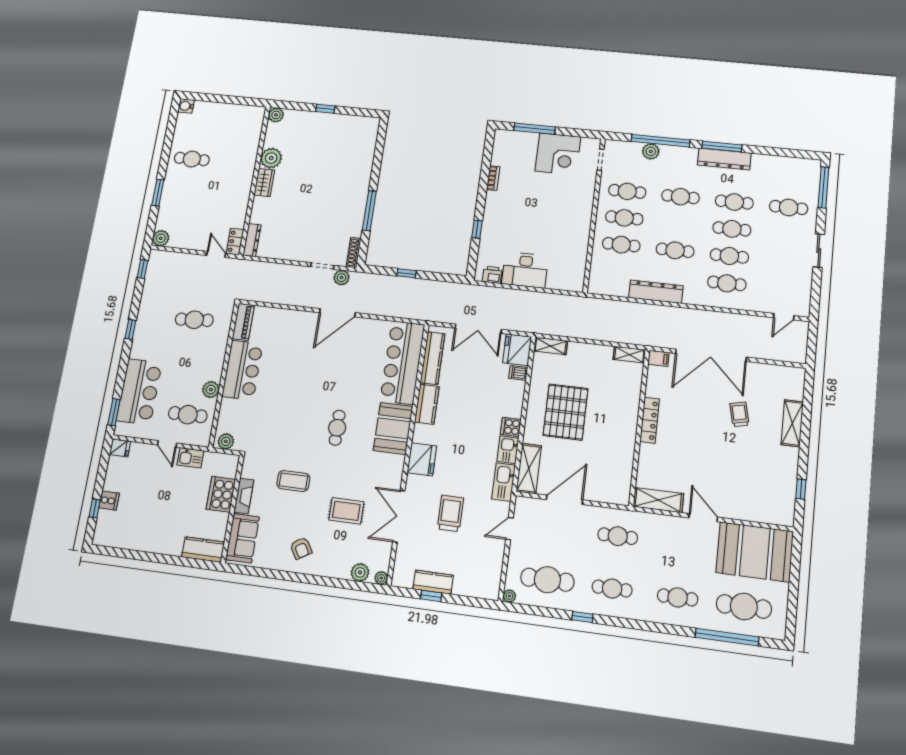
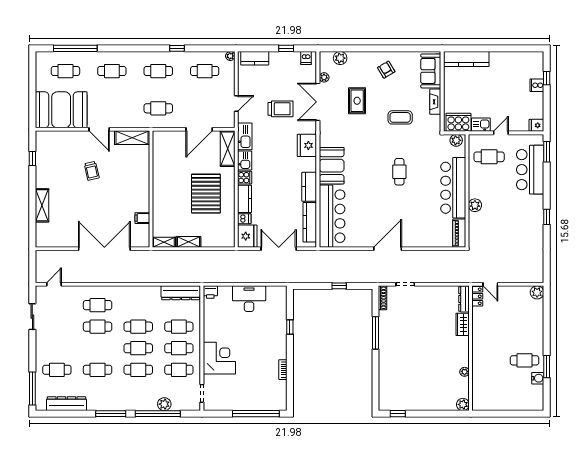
water cooler: (186, 106) -> (538, 378), moved
window: (325, 109) -> (398, 414), moved
window: (535, 129) -> (256, 414), width x1.46
corner desk: (558, 154) -> (219, 358), moved, turned 90
plant: (271, 158) -> (465, 372), width x0.53, depth x0.53
dresser: (724, 159) -> (66, 404), moved
wardrobe: (264, 183) -> (463, 324), moved
window: (158, 193) -> (547, 367), moved
cafe table: (732, 229) -> (138, 348), moved
sliding door: (819, 251) -> (32, 317), moved
window: (143, 269) -> (547, 266), removed
printer: (492, 275) -> (210, 292), moved
plant: (342, 278) -> (389, 277), removed
dresser: (656, 292) -> (181, 293), moved
cafe table: (194, 320) -> (498, 230), removed
shelving: (551, 346) -> (188, 242), moved
filing cabinet: (658, 358) -> (142, 218), moved
bar counter: (242, 370) -> (453, 188), width x1.36
plant: (211, 390) -> (475, 205), moved
kitchen counter: (515, 399) -> (245, 199), added
trolley: (739, 414) -> (92, 171), moved
locker: (650, 420) -> (144, 195), removed
cafe table: (337, 428) -> (399, 172), moved
door: (167, 444) -> (501, 133), hinge flipped
cooker: (221, 494) -> (458, 122), moved, turned -90
rug: (346, 511) -> (357, 101), turned 90
trolley: (450, 513) -> (280, 109), turned -90
double door: (399, 516) -> (318, 102), swing flipped
kitchen counter: (203, 550) -> (466, 59), width x1.50
plant: (381, 578) -> (324, 77), moved
dishwasher: (406, 579) -> (306, 58), added
cafe table: (547, 580) -> (205, 71), width x0.73, depth x0.74
kitchen counter: (433, 582) -> (255, 58), moved
cafe table: (744, 606) -> (65, 71), width x0.73, depth x0.74

